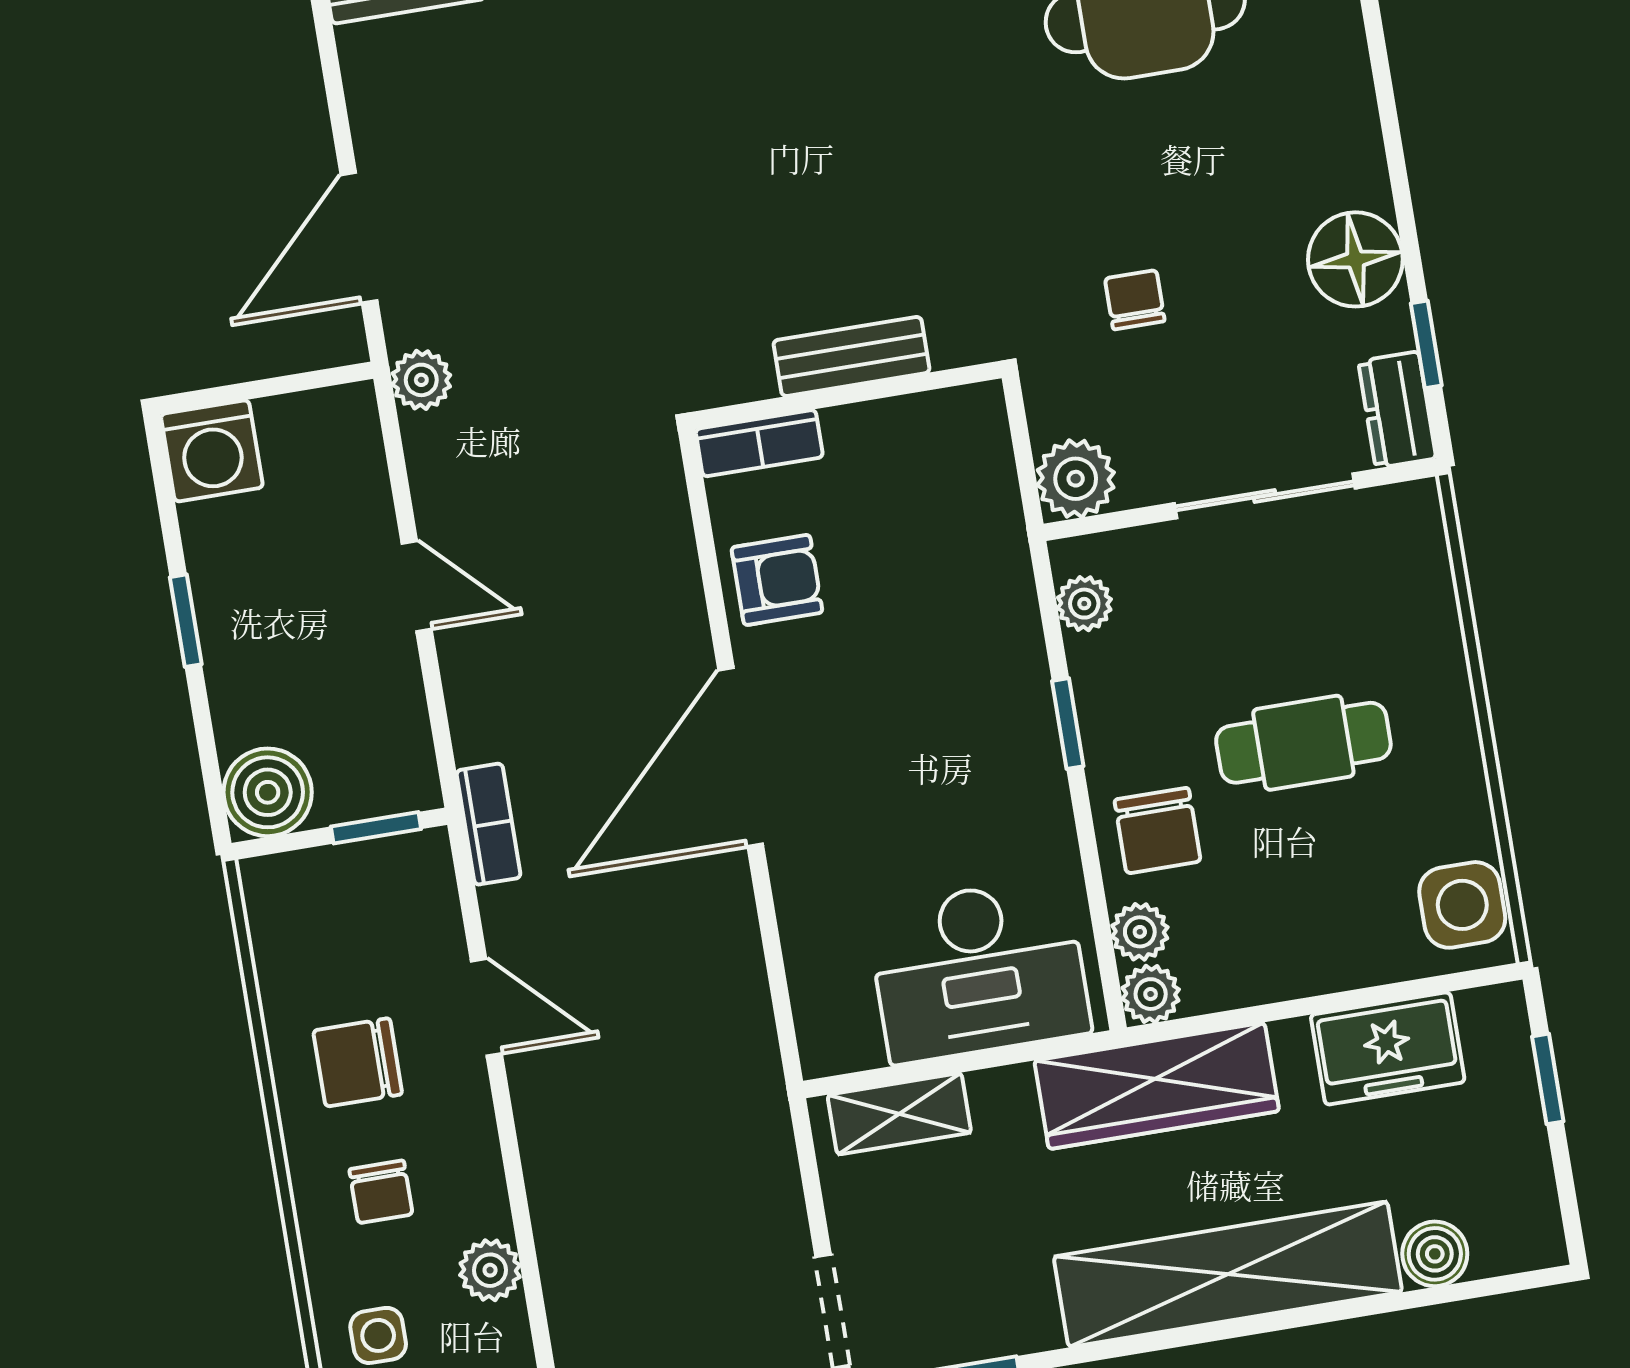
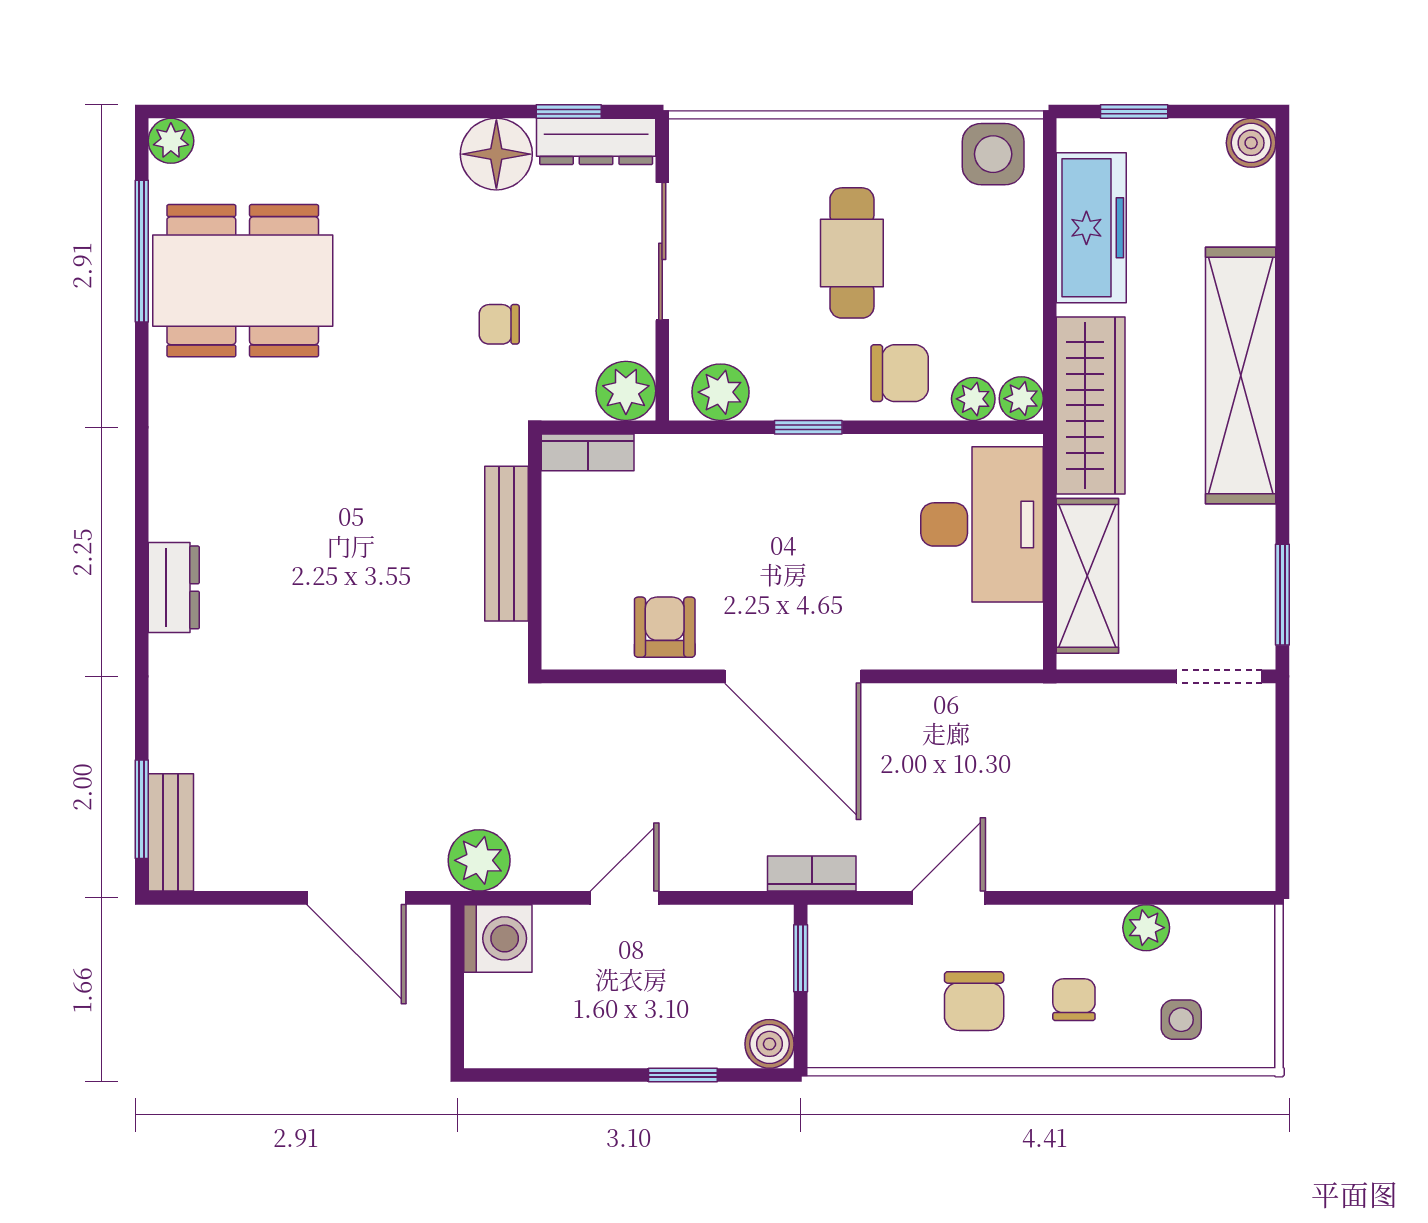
bench: (852, 356) -> (506, 544), width x1.36
plant: (421, 380) -> (479, 860), width x1.38, depth x1.38
dresser: (1397, 410) -> (596, 141), width x1.44
bookcase: (759, 443) -> (588, 452), moved, turned 90
washing machine: (212, 451) -> (498, 938), moved
plant: (1084, 604) -> (720, 392), width x1.38, depth x1.38
window: (186, 621) -> (683, 1075), moved
boiler: (268, 792) -> (769, 1044), width x0.73, depth x0.73
freezer: (1388, 1048) -> (1091, 228), width x1.40
shelving: (899, 1114) -> (1087, 576), width x1.50, depth x1.33
chair: (381, 1192) -> (1074, 1000), turned -90
boiler: (1435, 1254) -> (1251, 143), moved

